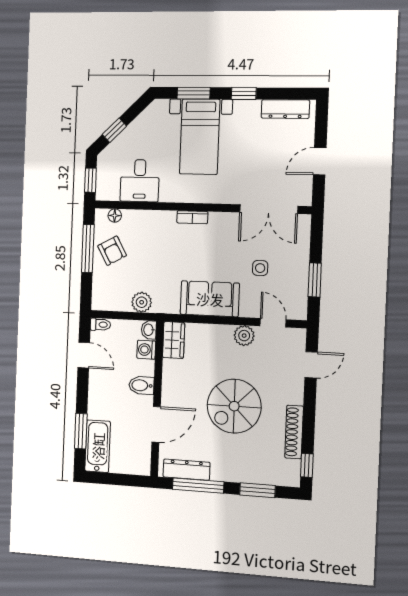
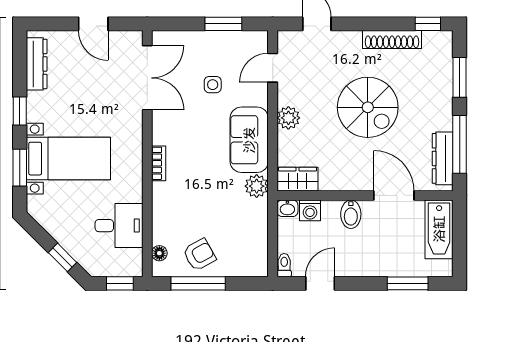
plant: (142, 302) -> (257, 186), moved
plant: (244, 336) -> (288, 118), moved
bathtub: (98, 446) -> (439, 229), moved, turned -90

